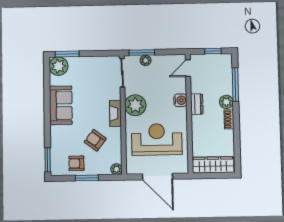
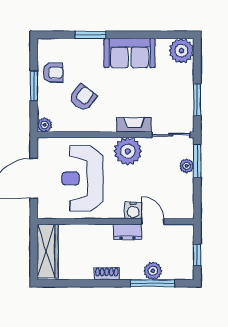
window: (67, 54) -> (197, 100), moved
door: (188, 68) -> (153, 222), moved
plant: (226, 102) -> (153, 271), moved
fireplace: (115, 113) -> (134, 125), moved
reception desk: (157, 139) -> (82, 178), turned 180
window: (48, 160) -> (91, 35), moved
armchair: (76, 163) -> (53, 73), turned 90

